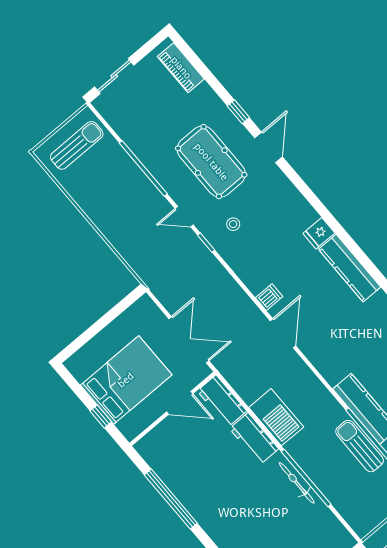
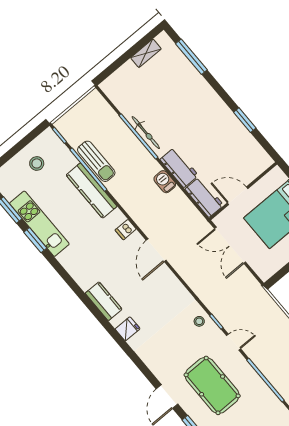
stool: (233, 224) -> (199, 321), moved
kitchen counter: (350, 268) -> (104, 301), width x0.67
dishwasher: (269, 297) -> (126, 230), moved
barbecue: (276, 417) -> (165, 182), width x0.53, depth x0.65
window: (171, 499) -> (245, 120), width x0.47

